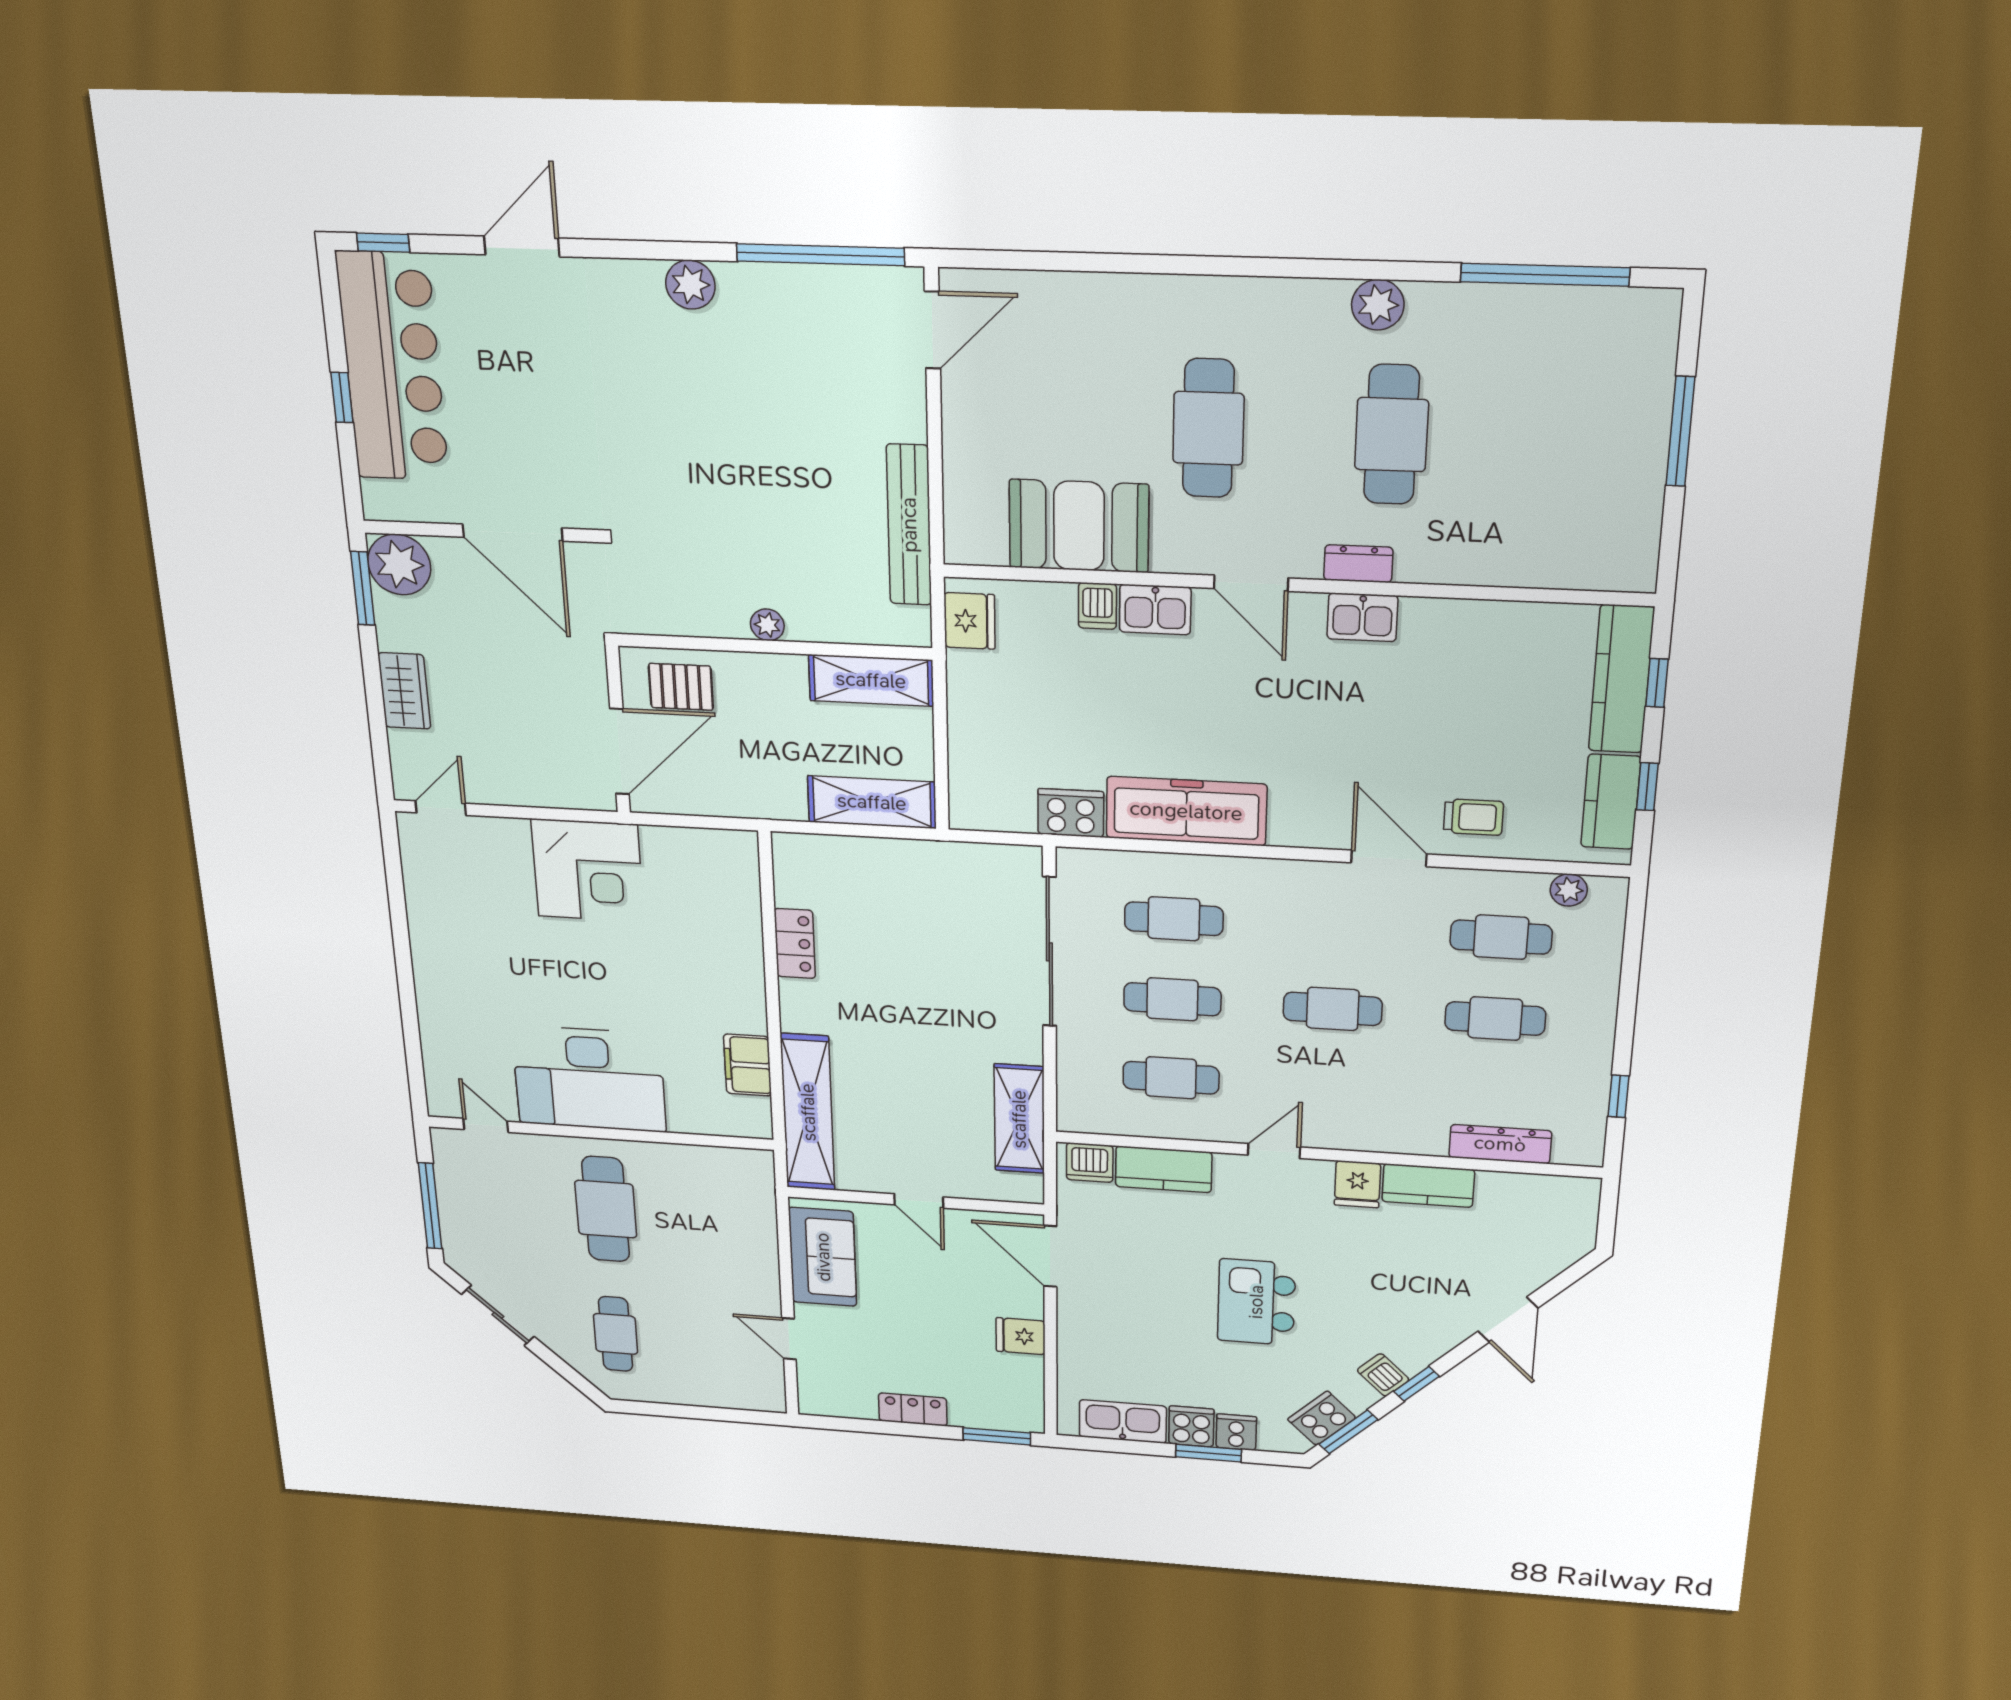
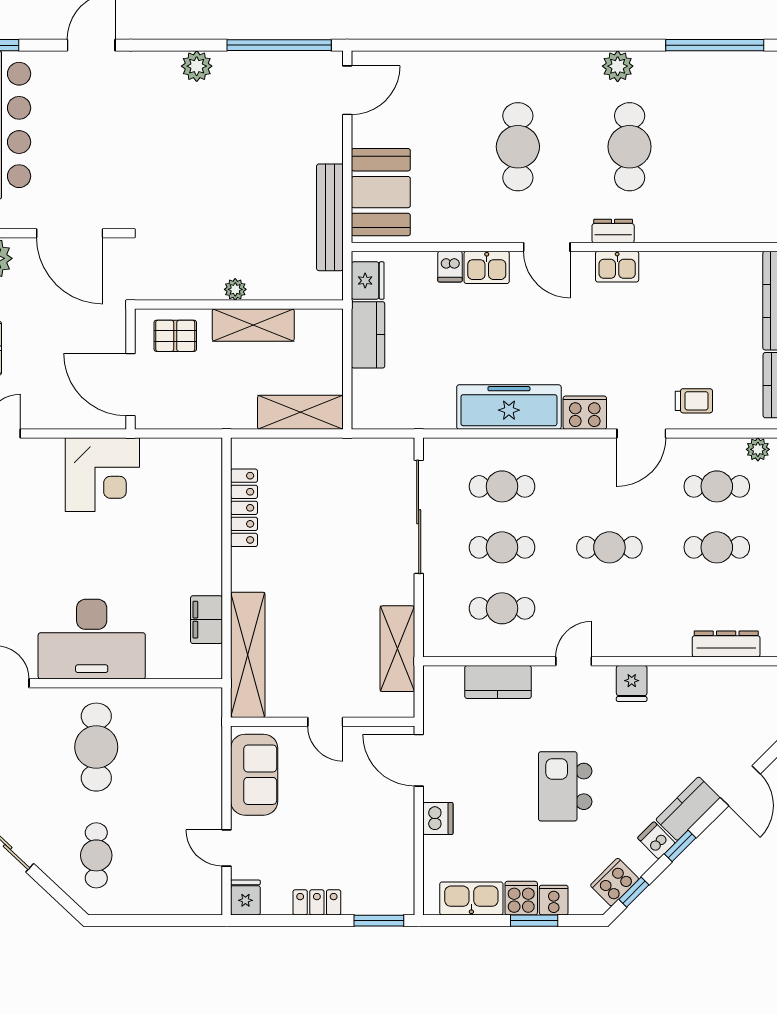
booth: (1079, 526) -> (381, 192), moved, turned 90
shelving: (871, 680) -> (253, 325), moved
kitchen counter: (971, 699) -> (368, 335), added
door: (619, 751) -> (131, 385), swing flipped
cooker: (1071, 813) -> (585, 413), moved
door: (1389, 858) -> (641, 434), swing flipped
locker: (795, 944) -> (244, 508), width x1.53
dishwasher: (1090, 1163) -> (438, 818), moved, turned -90
kitchen counter: (1428, 1186) -> (688, 809), moved, turned 135
fridge: (1021, 1336) -> (245, 898), moved, turned 90
window: (1348, 1432) -> (634, 892), width x0.67

